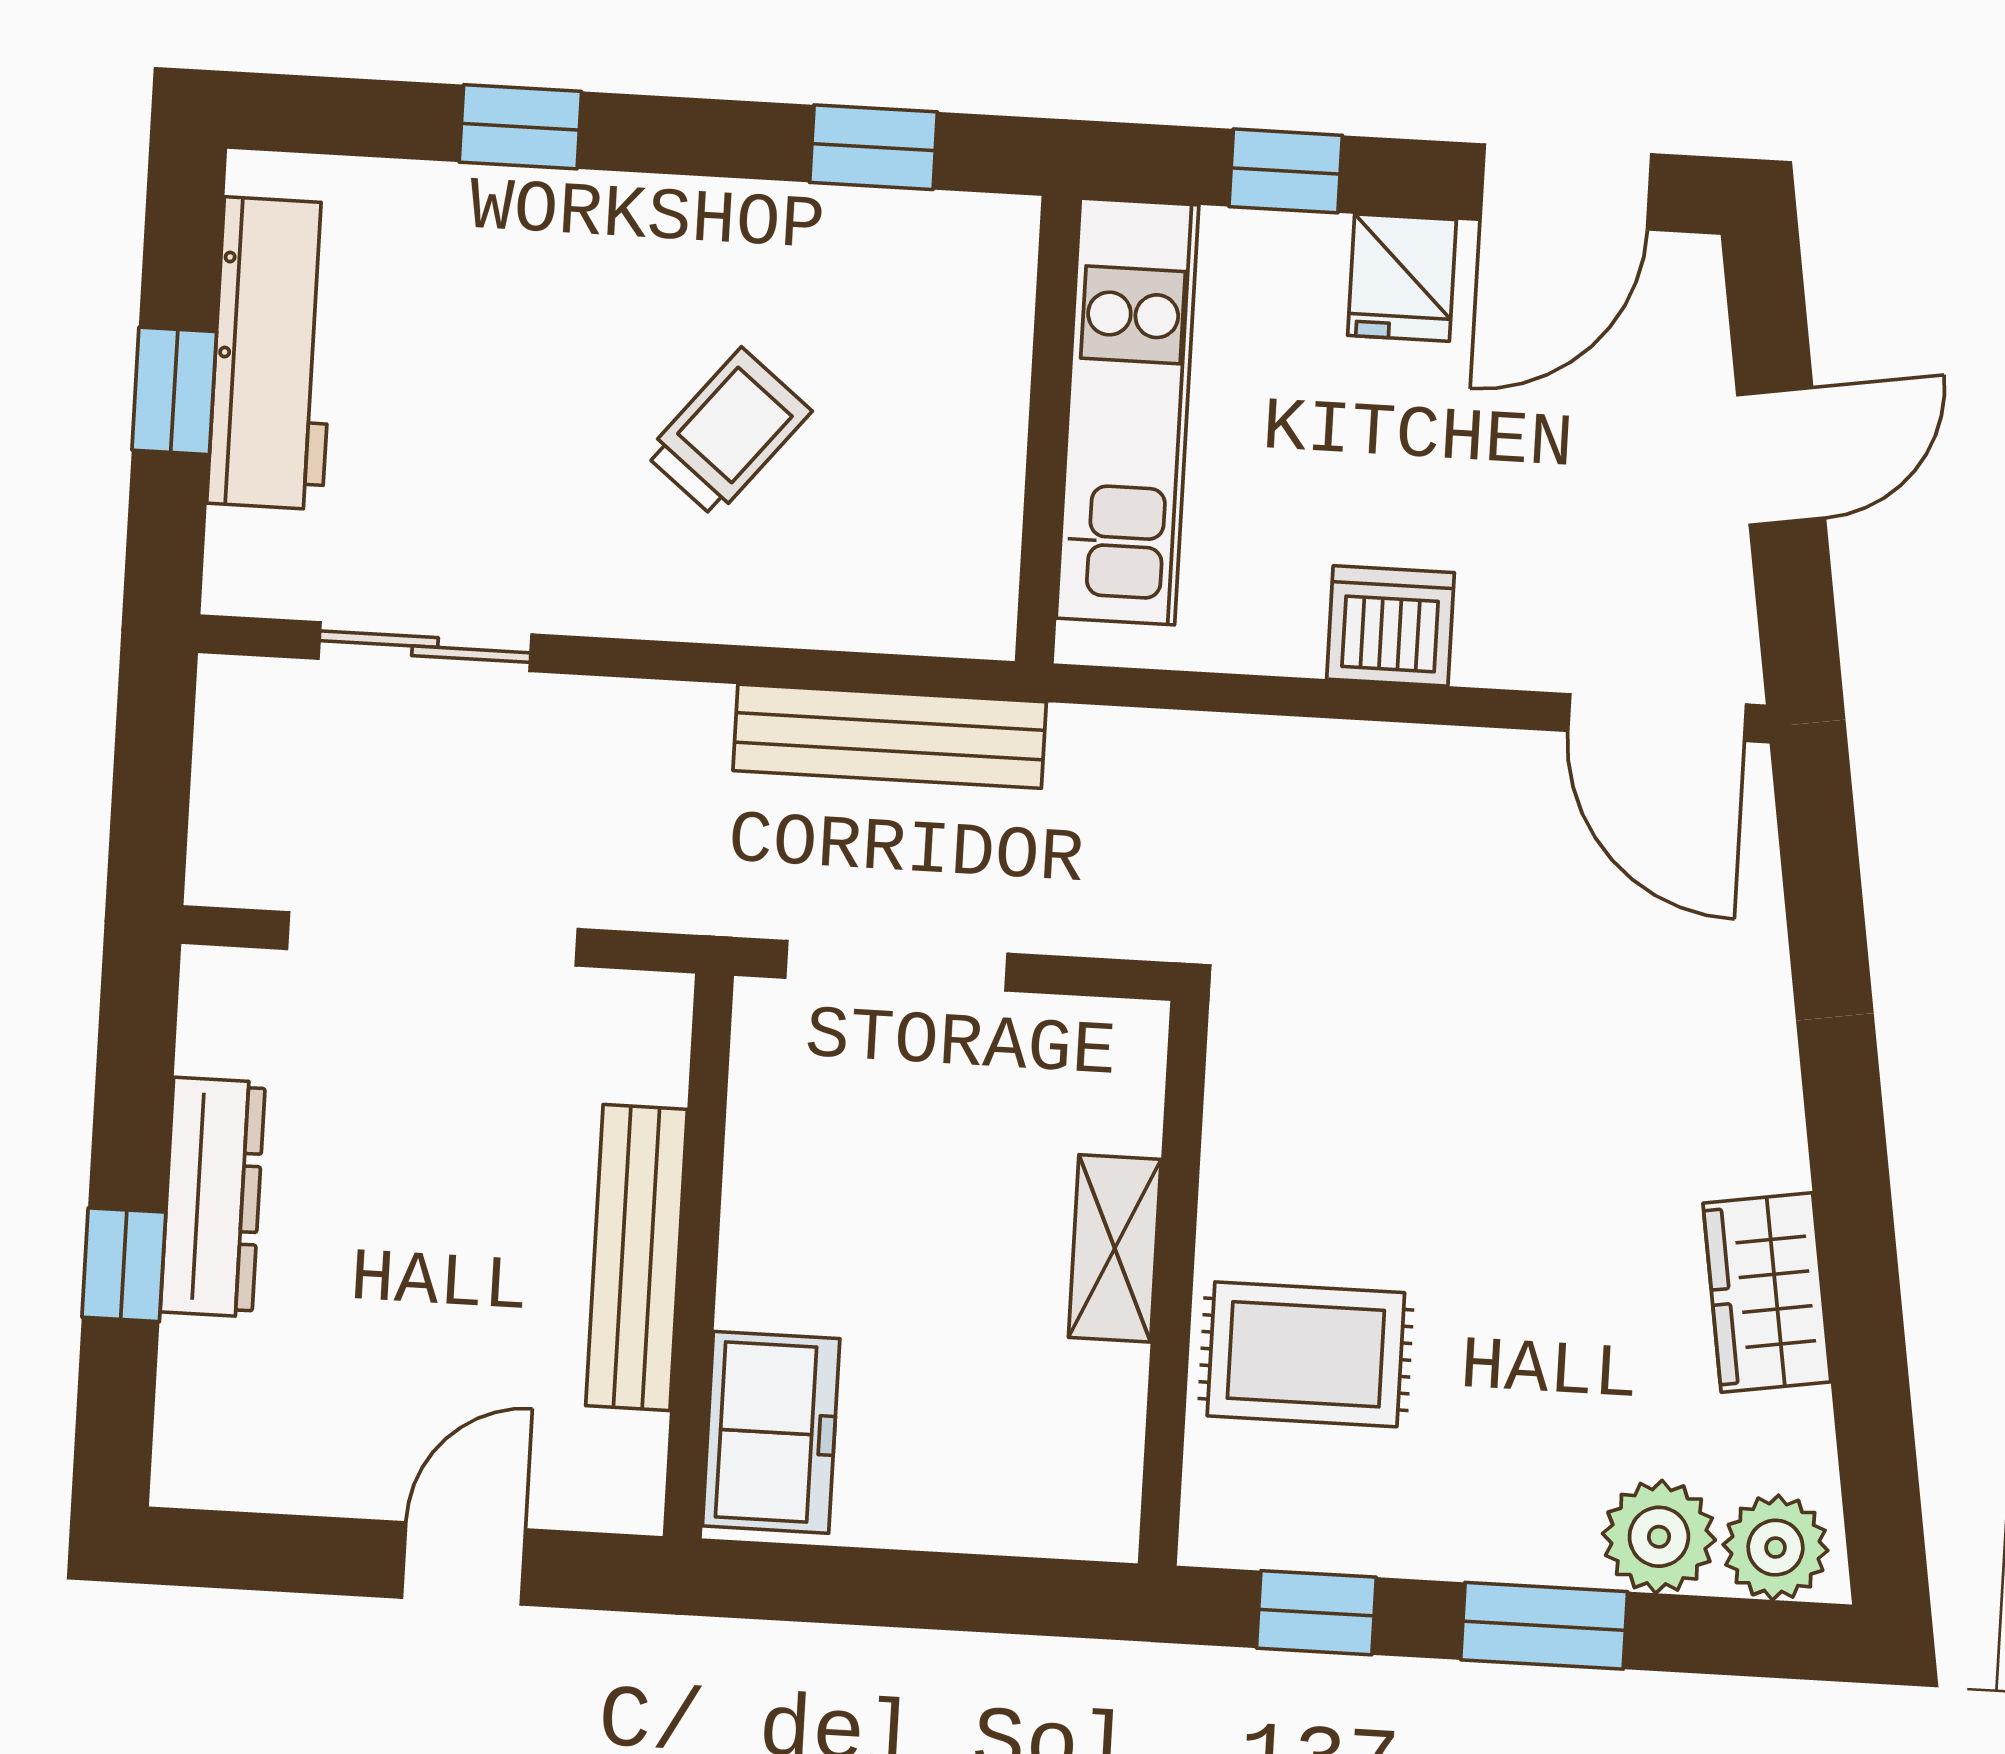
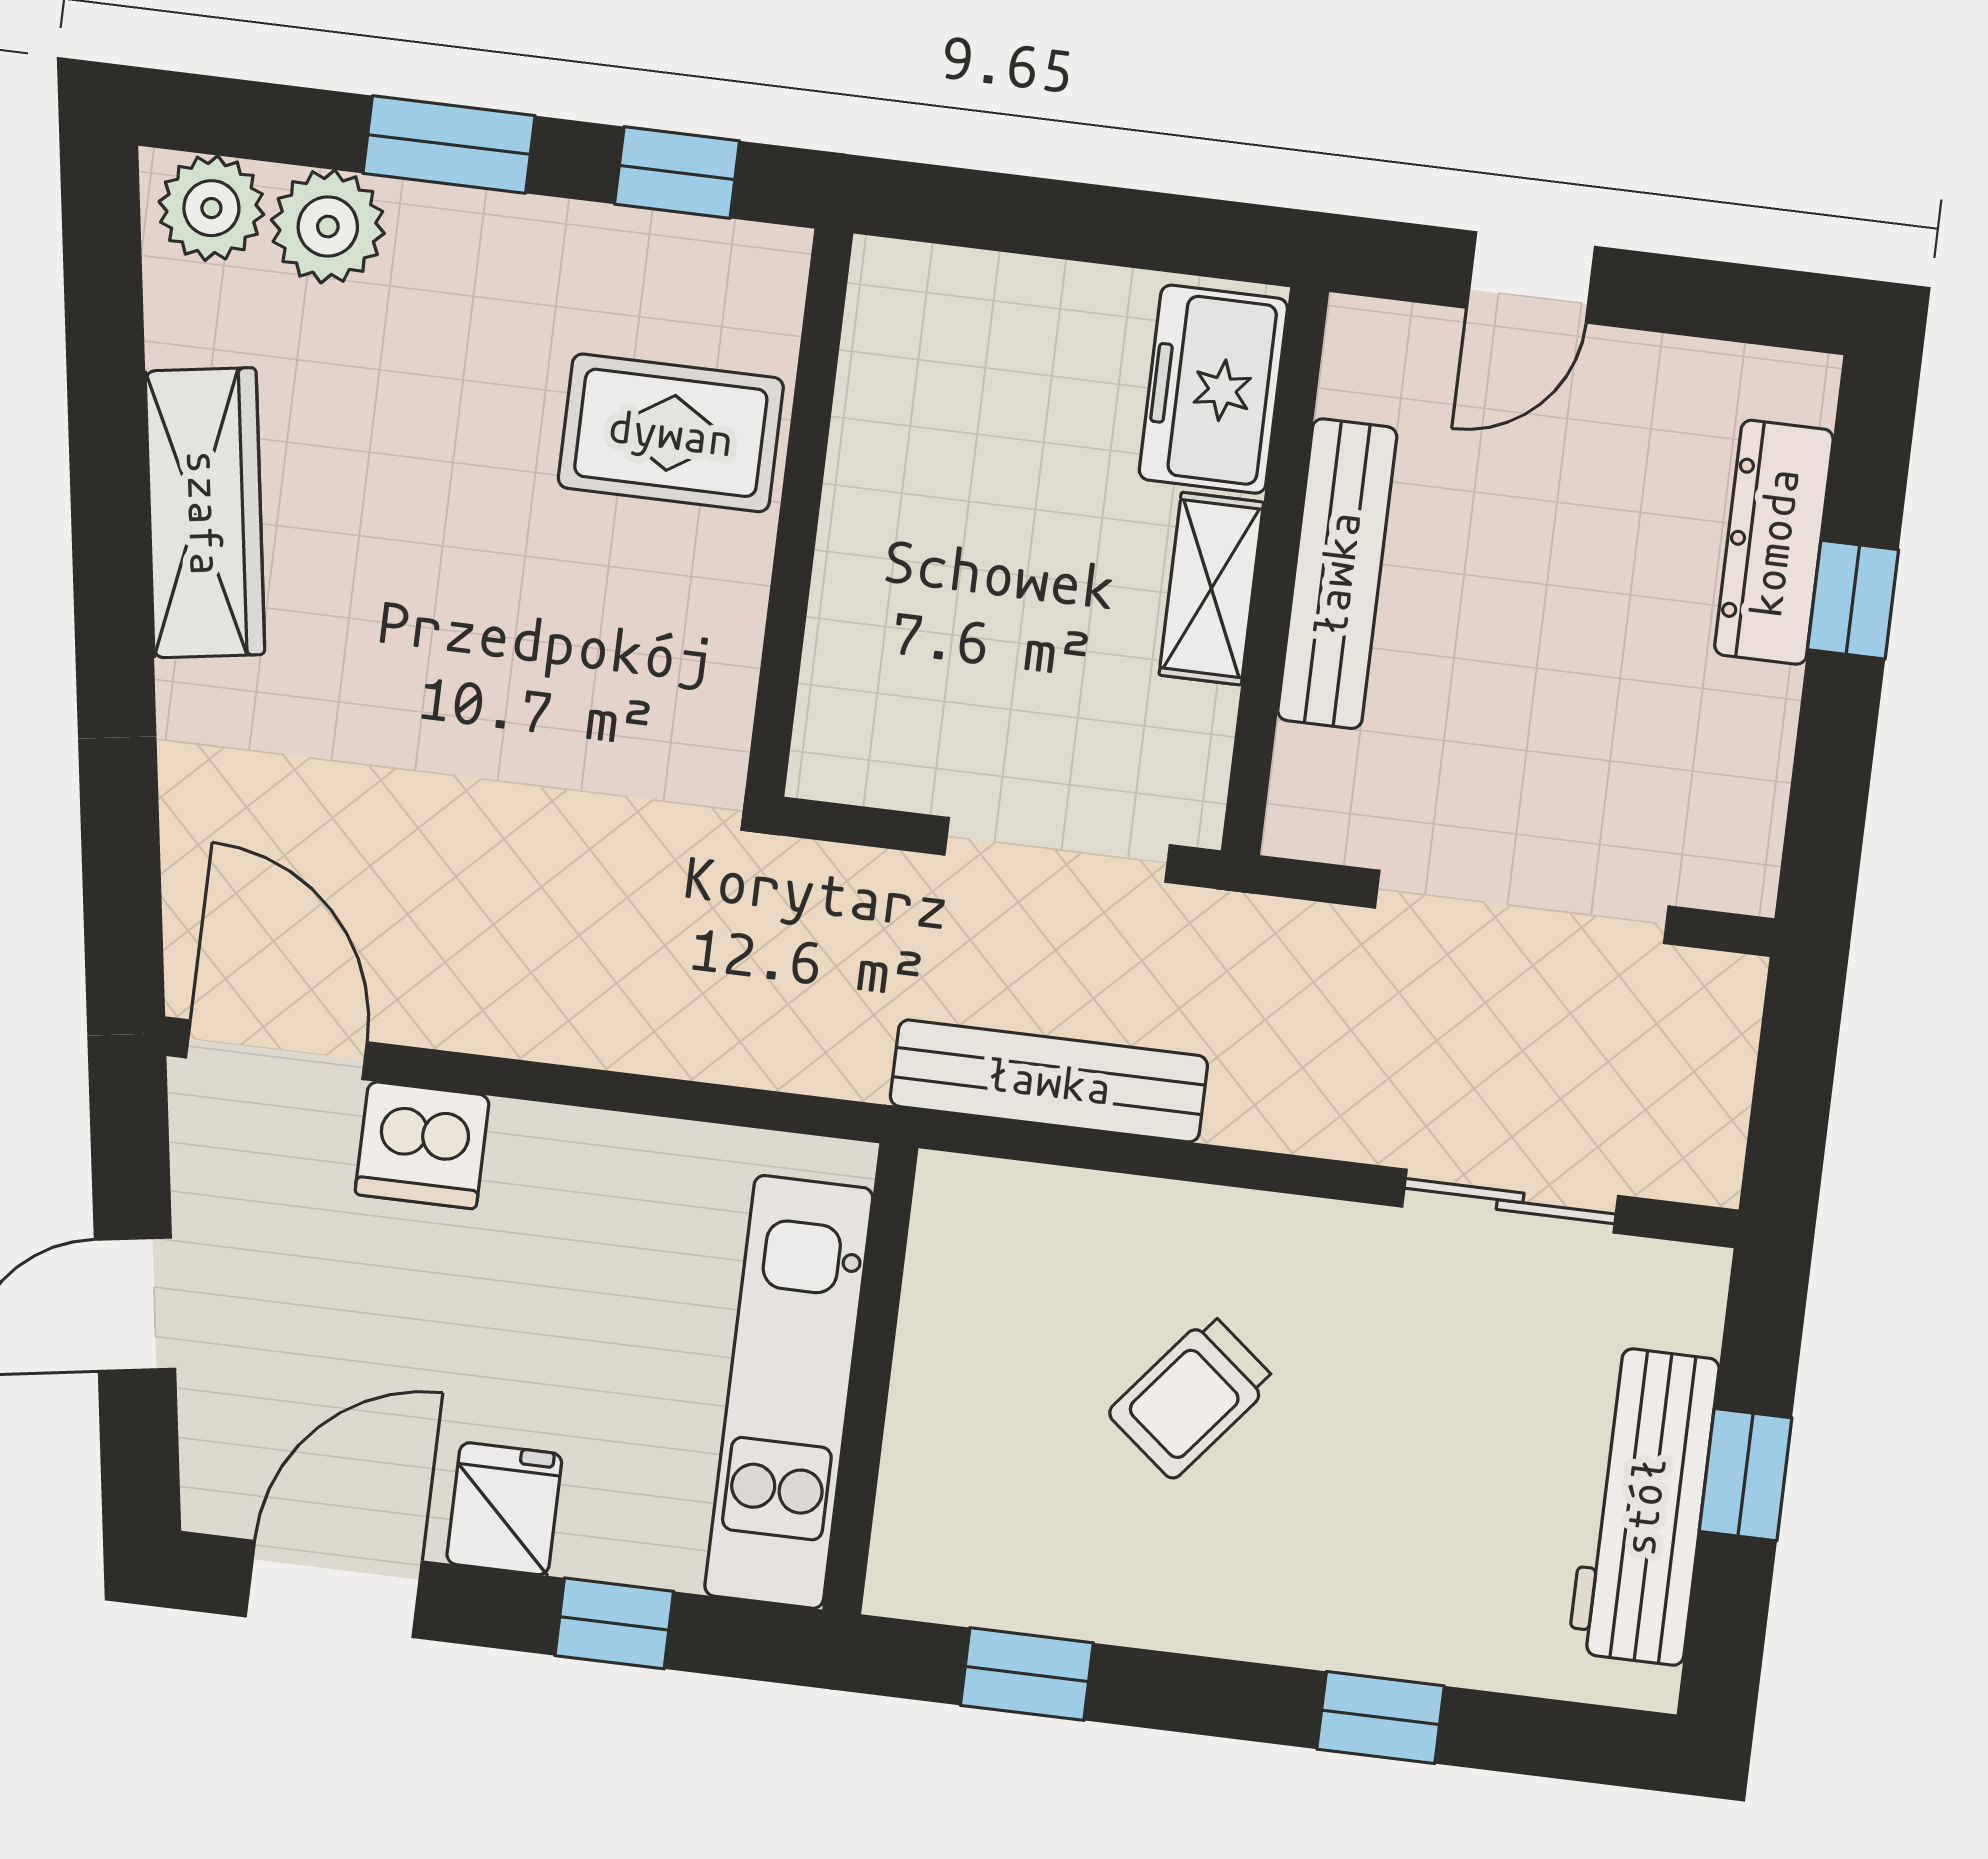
dishwasher: (1391, 626) -> (422, 1145), moved
dresser: (213, 1197) -> (1774, 542), moved
shelving: (1115, 1248) -> (1211, 589), moved
wardrobe: (1767, 1293) -> (205, 513), width x1.50

